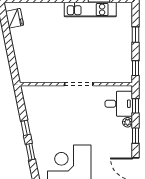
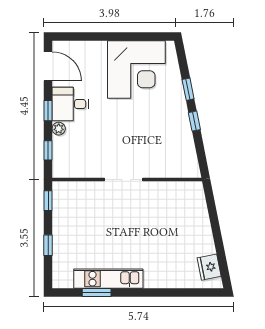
desk: (119, 104) -> (70, 104), moved

